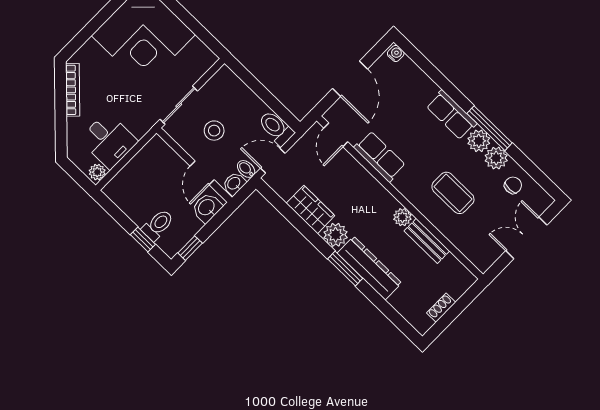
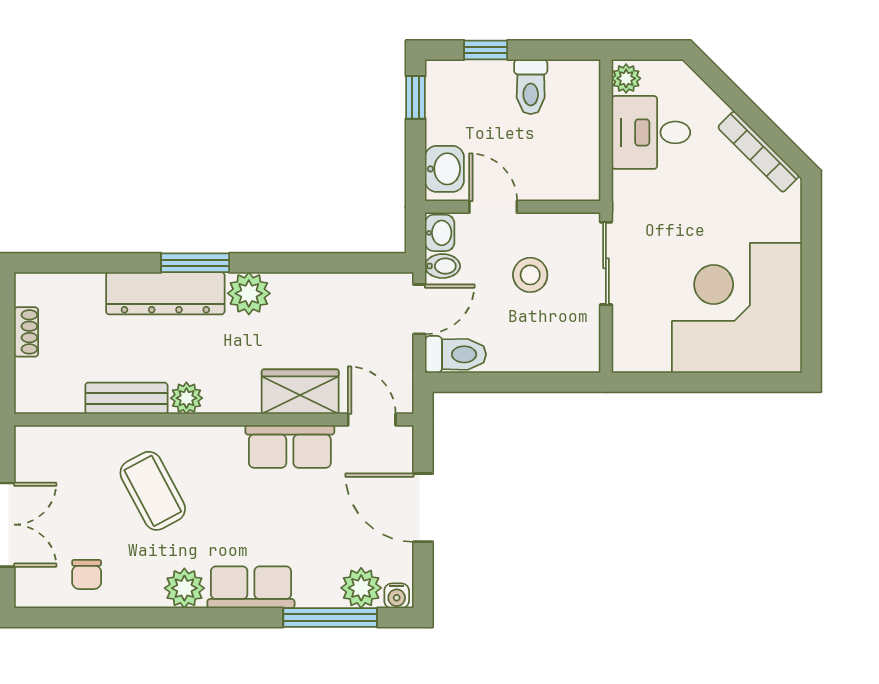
window: (490, 128) -> (330, 617), moved
plant: (496, 158) -> (361, 588), moved
coffee table: (453, 193) -> (153, 491), turned 62
wardrobe: (311, 209) -> (300, 392), moved, turned 180
toilet: (158, 225) -> (531, 87), moved

